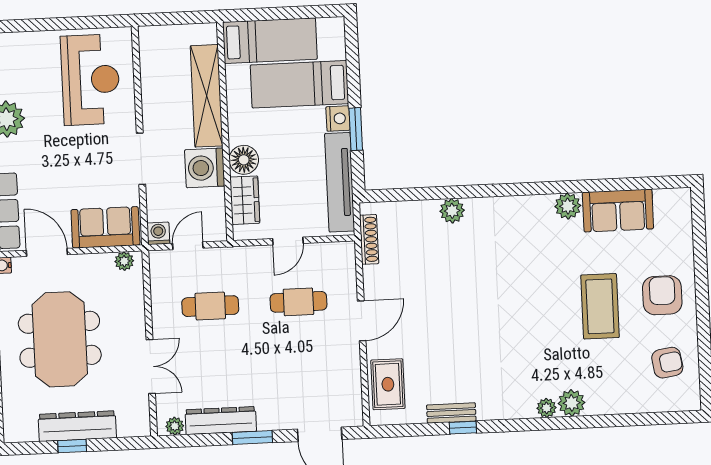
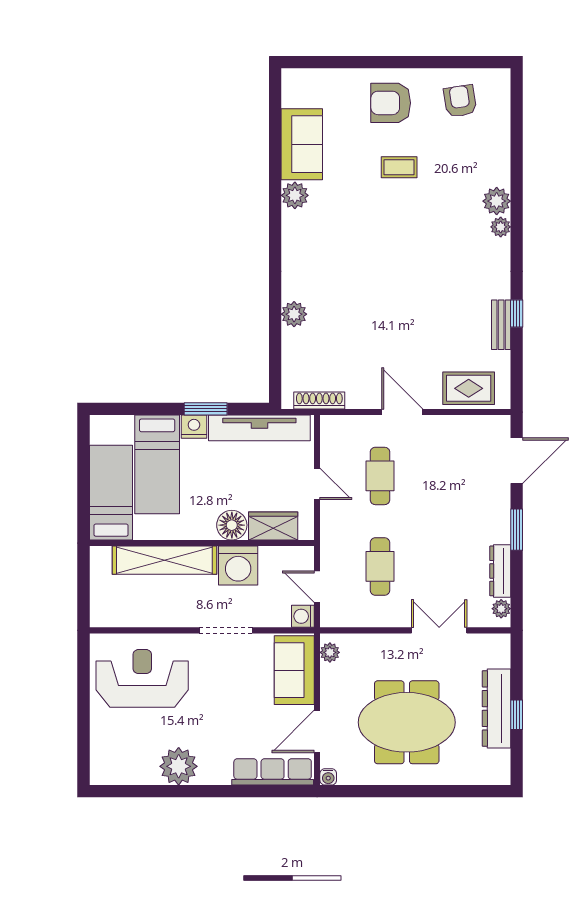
coffee table: (600, 306) -> (399, 167), width x0.54, depth x0.58
dresser: (221, 421) -> (500, 571), width x0.73, depth x0.80

